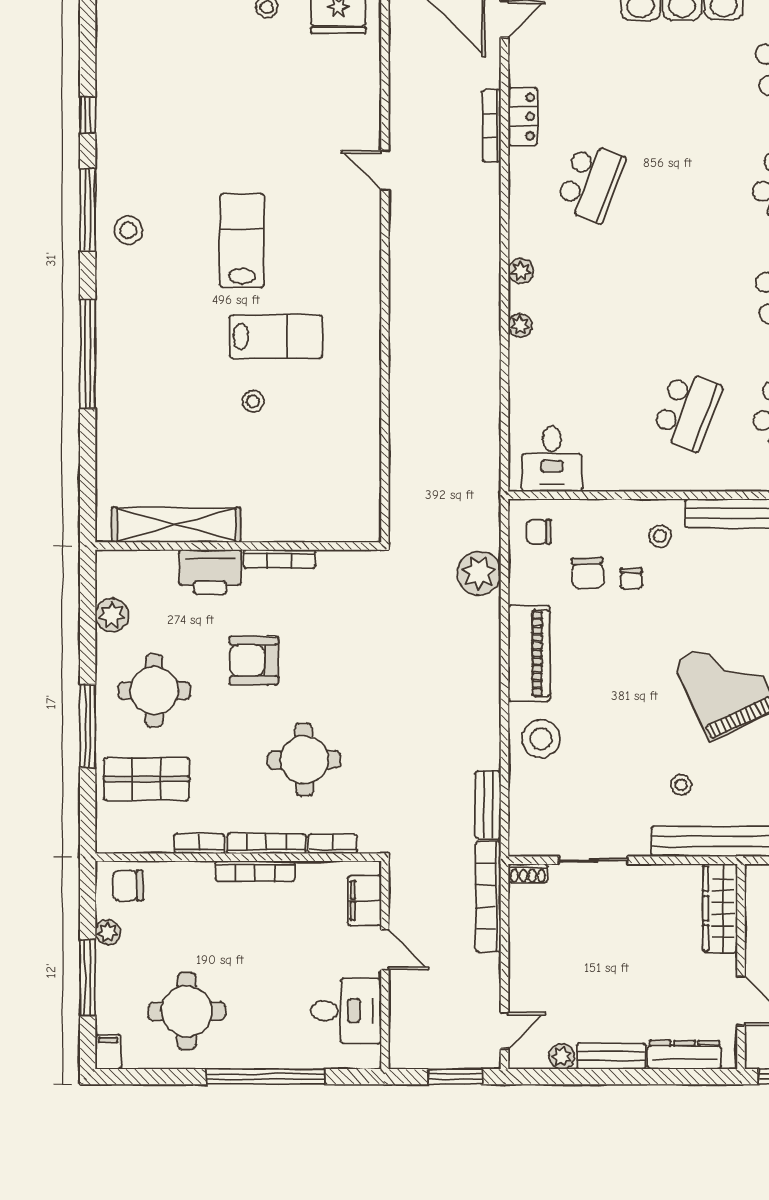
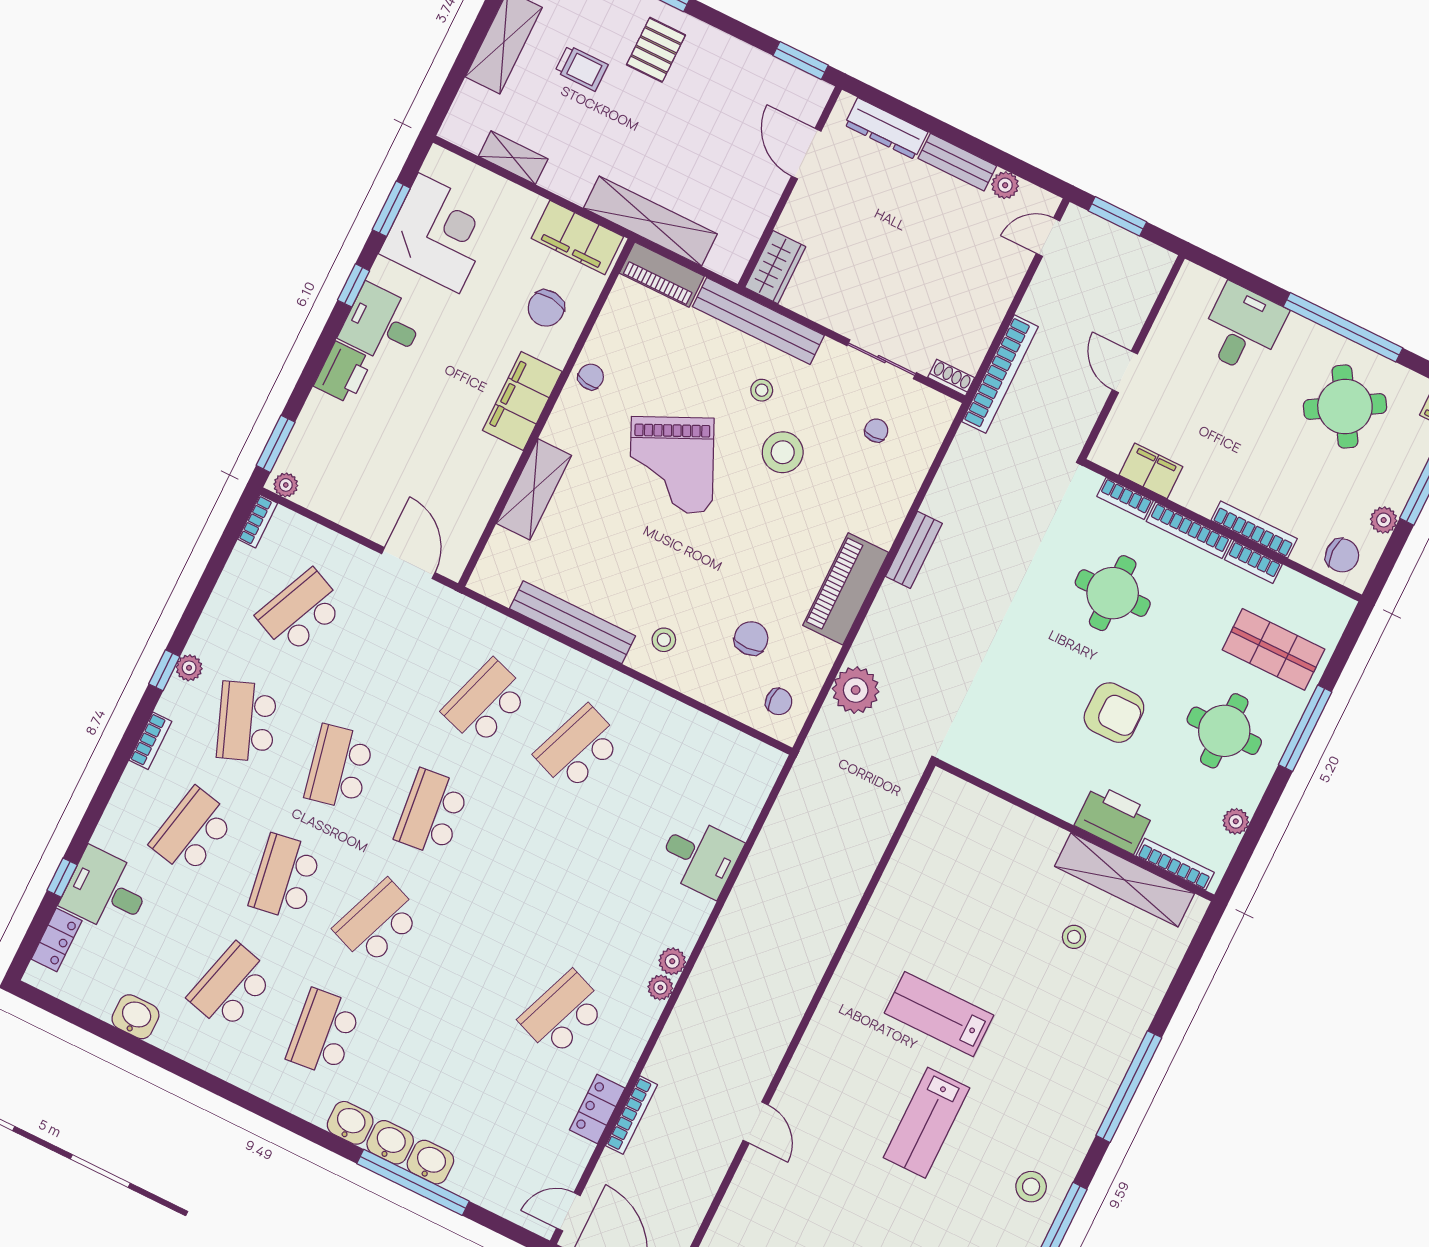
plant: (520, 325) -> (660, 988), moved
stool: (253, 401) -> (1074, 937), moved
desk: (552, 459) -> (700, 857), moved, turned 90
bookcase: (280, 559) -> (1175, 864), moved
chair: (631, 579) -> (876, 430), moved
plant: (112, 615) -> (1236, 821), width x0.73, depth x0.73
stool: (541, 739) -> (783, 452), moved
bench: (488, 805) -> (914, 550), moved
bookcase: (255, 871) -> (1254, 530), moved
filing cabinet: (365, 900) -> (1151, 471), moved, turned -90
wardrobe: (720, 908) -> (775, 267), width x0.67
round table: (187, 1011) -> (1345, 407), turned -31
desk: (346, 1011) -> (1242, 329), moved, turned 90
window: (266, 1077) -> (1343, 327), moved

